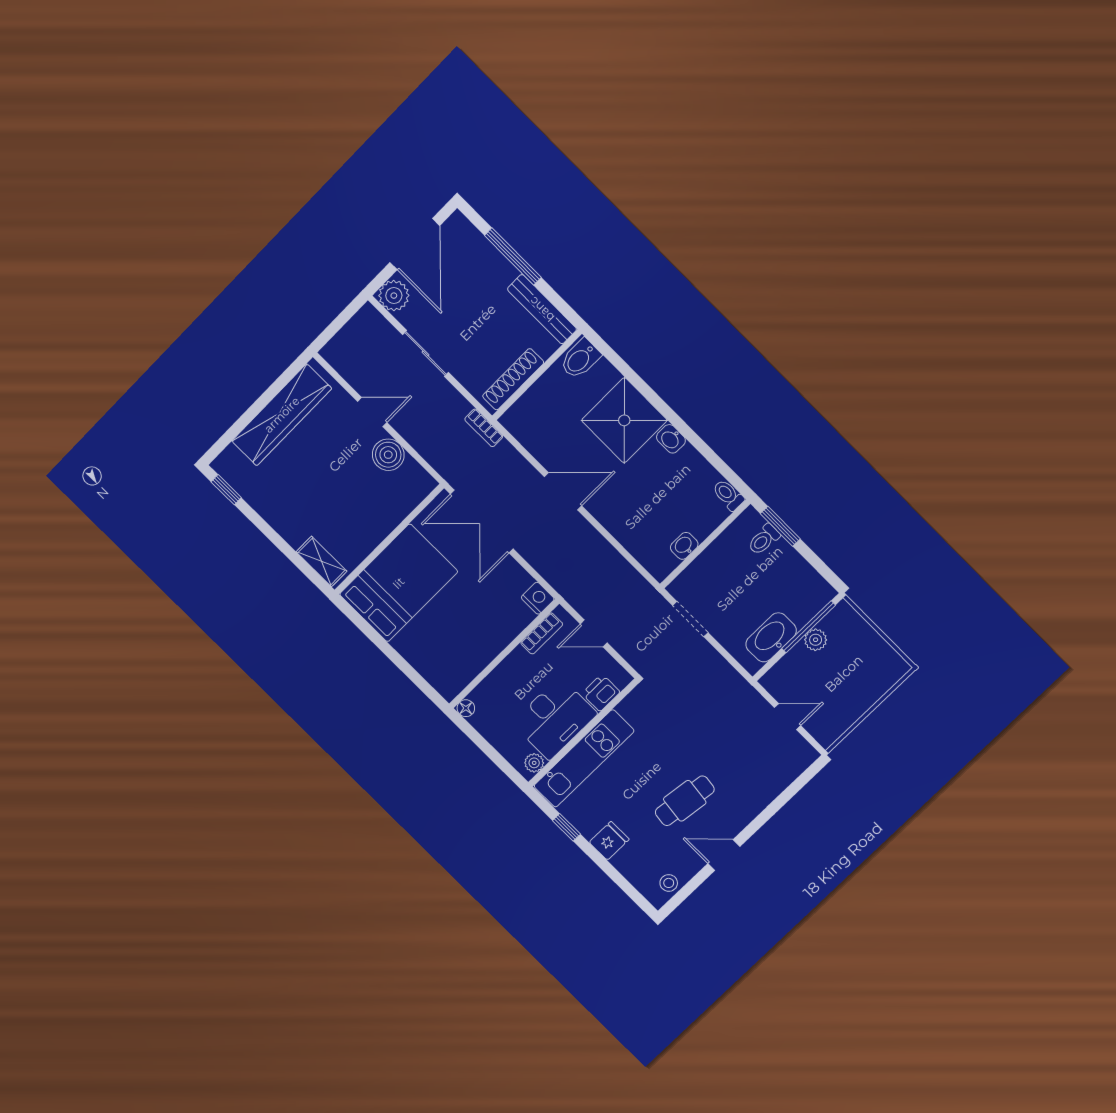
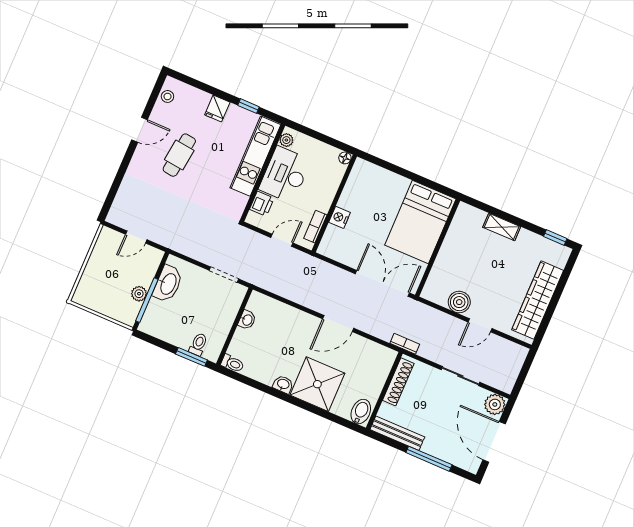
shelving: (322, 561) -> (502, 227), moved
nightstand: (538, 598) -> (340, 217), moved, turned 90

